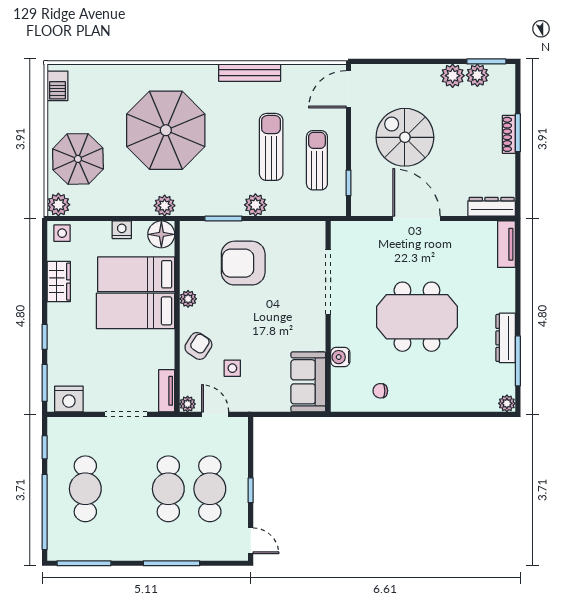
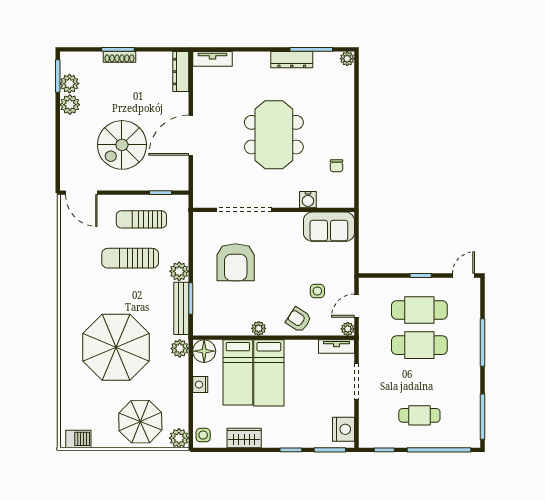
bench: (250, 73) -> (181, 308), moved
armchair: (243, 263) -> (236, 262), moved
cafe table: (85, 489) -> (419, 415), width x0.73, depth x0.74

